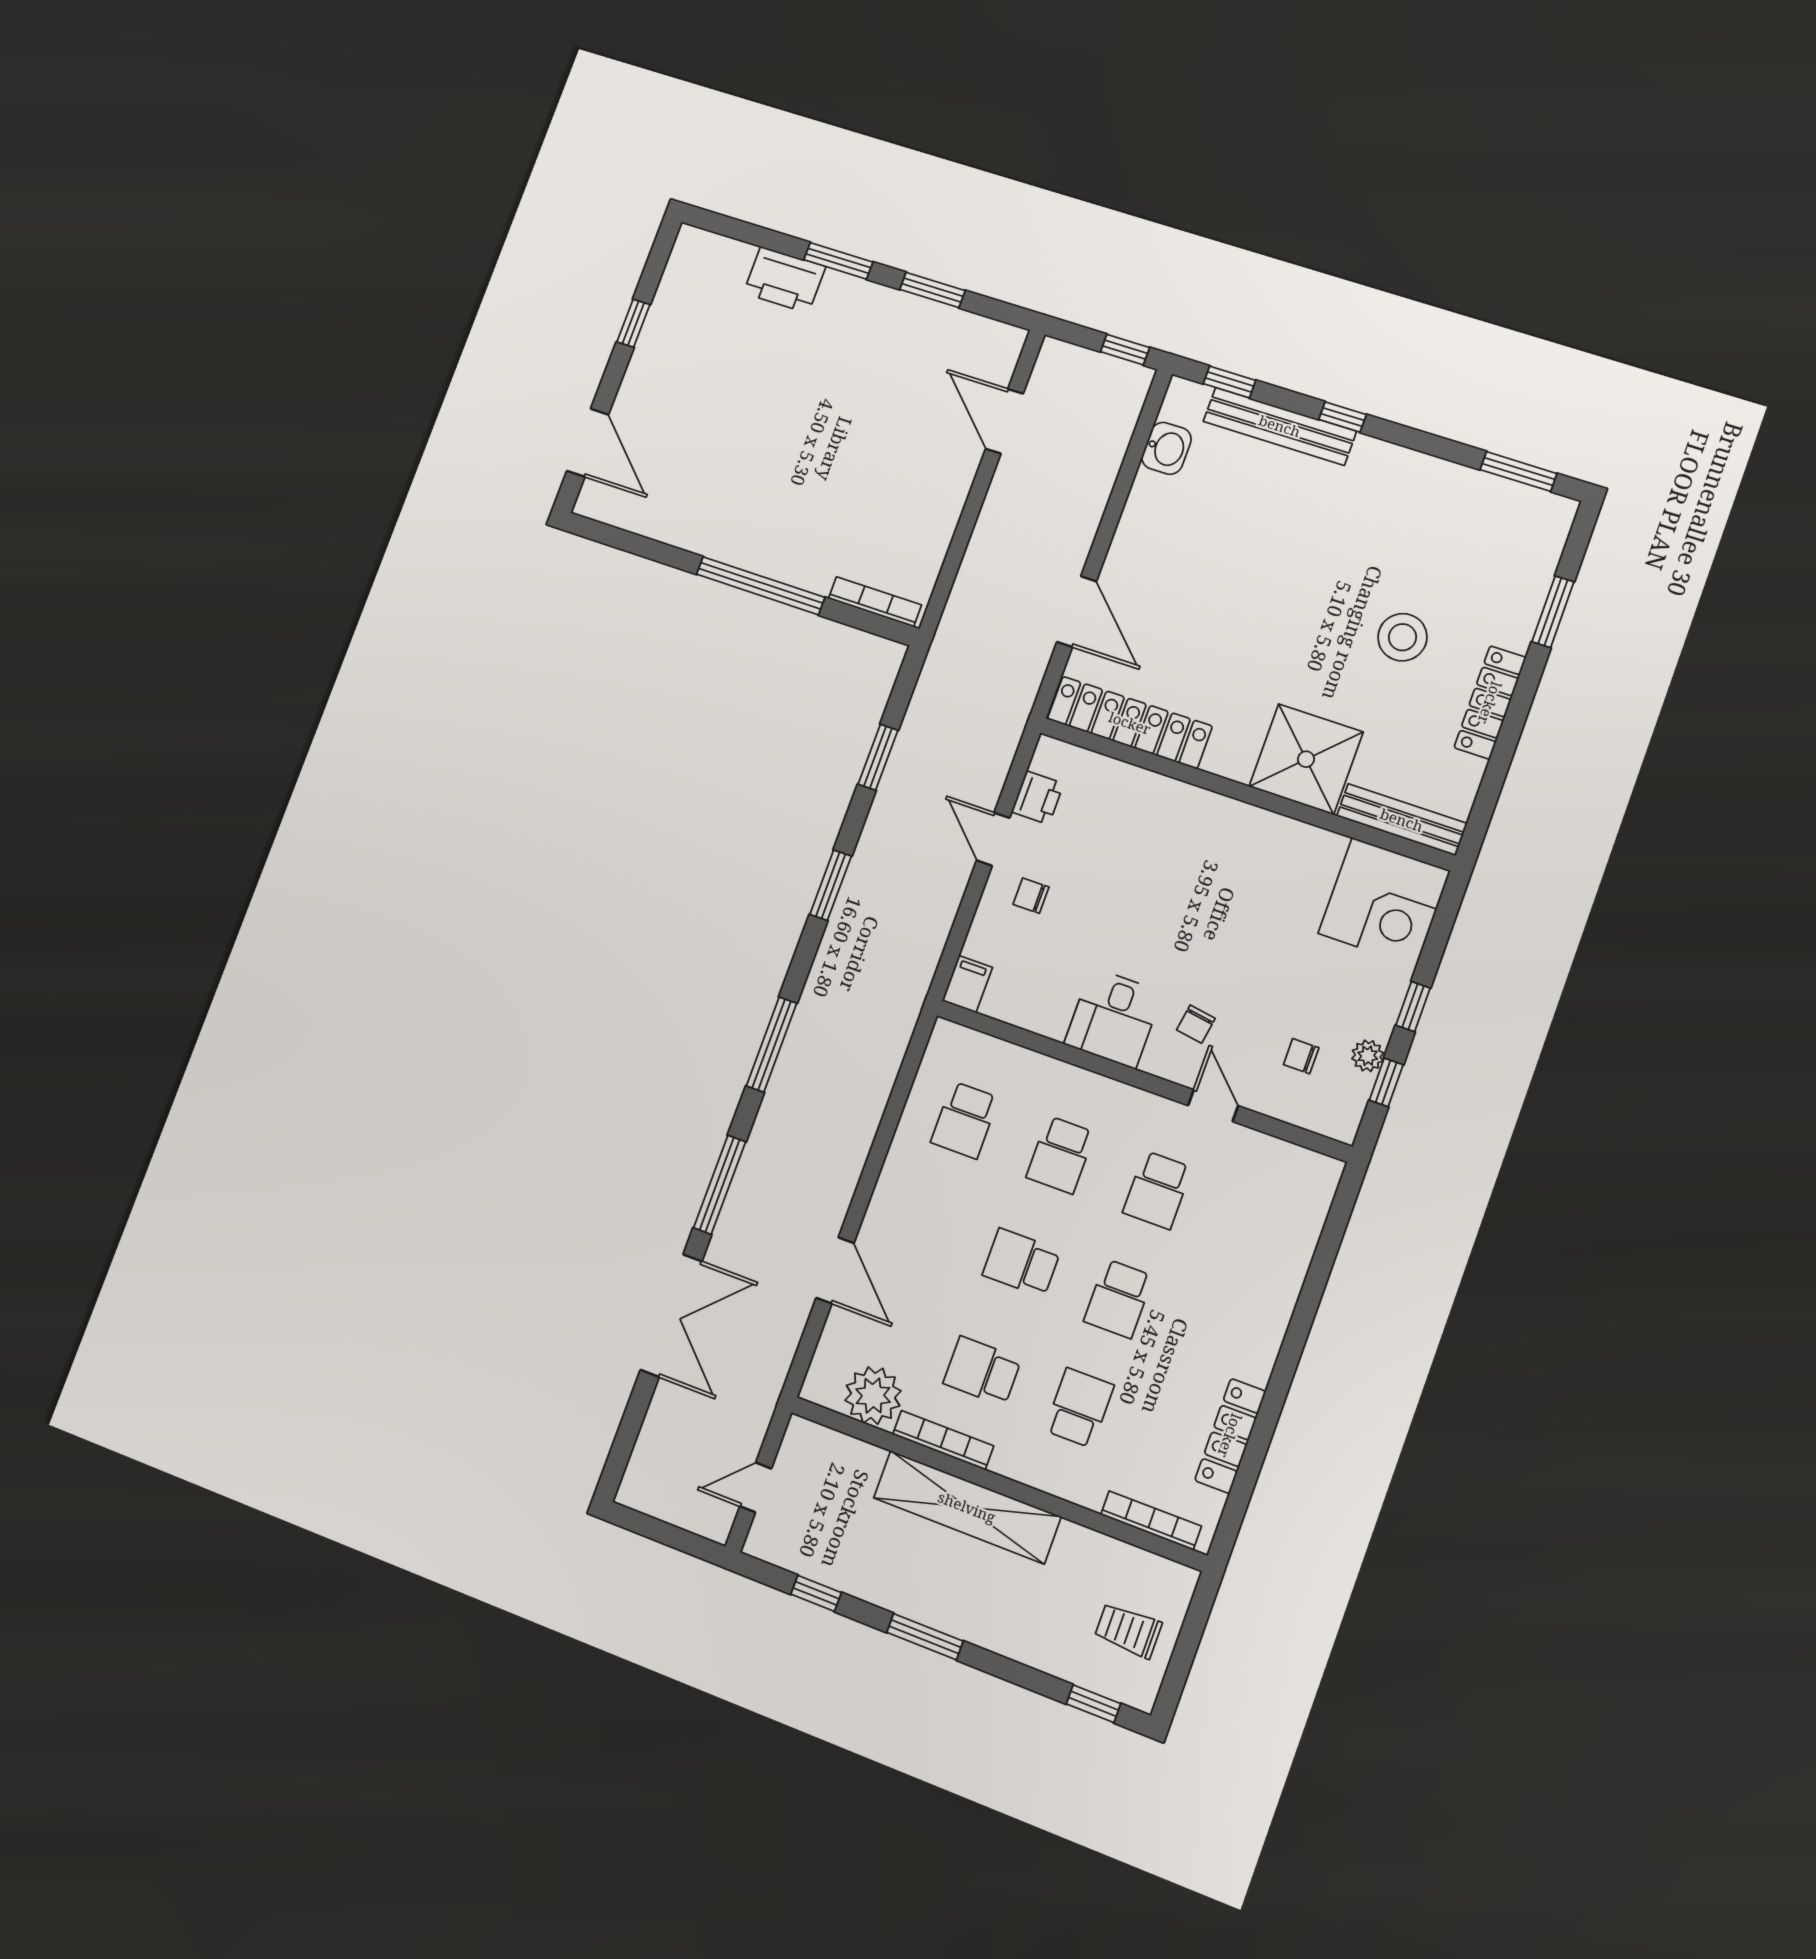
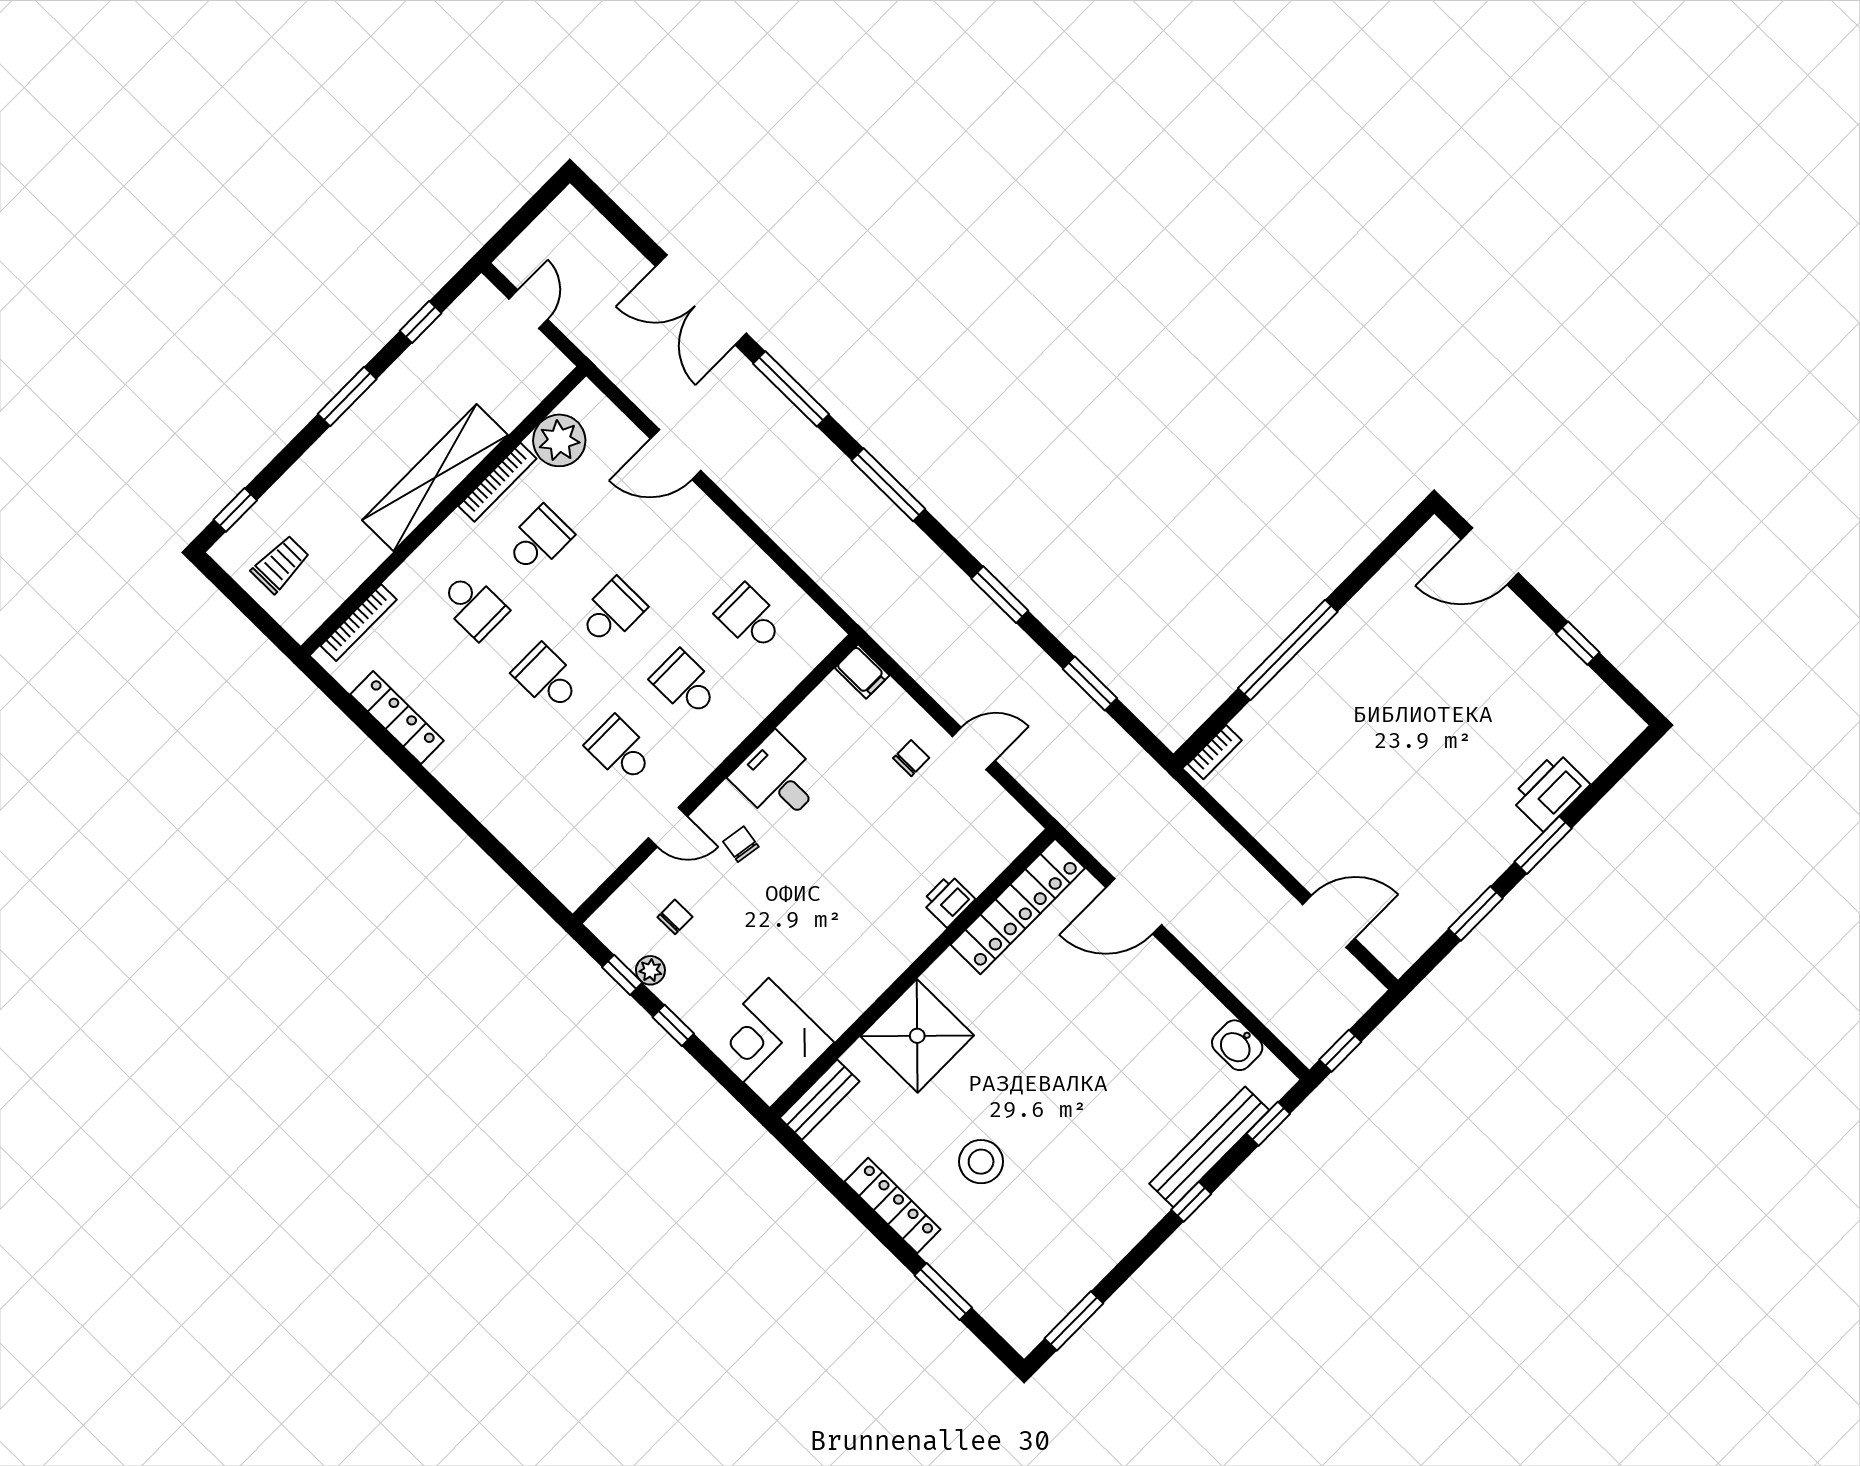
bookcase: (875, 602) -> (1215, 752), width x0.64
printer: (1038, 798) -> (948, 901), moved, turned 90
bench: (1402, 820) -> (820, 1100), width x0.73

